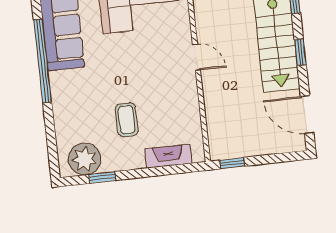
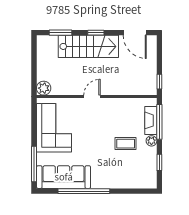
door: (307, 115) -> (135, 33), hinge flipped
plant: (85, 159) -> (151, 141), moved, width x0.53, depth x0.53
window: (168, 170) -> (159, 122), added

